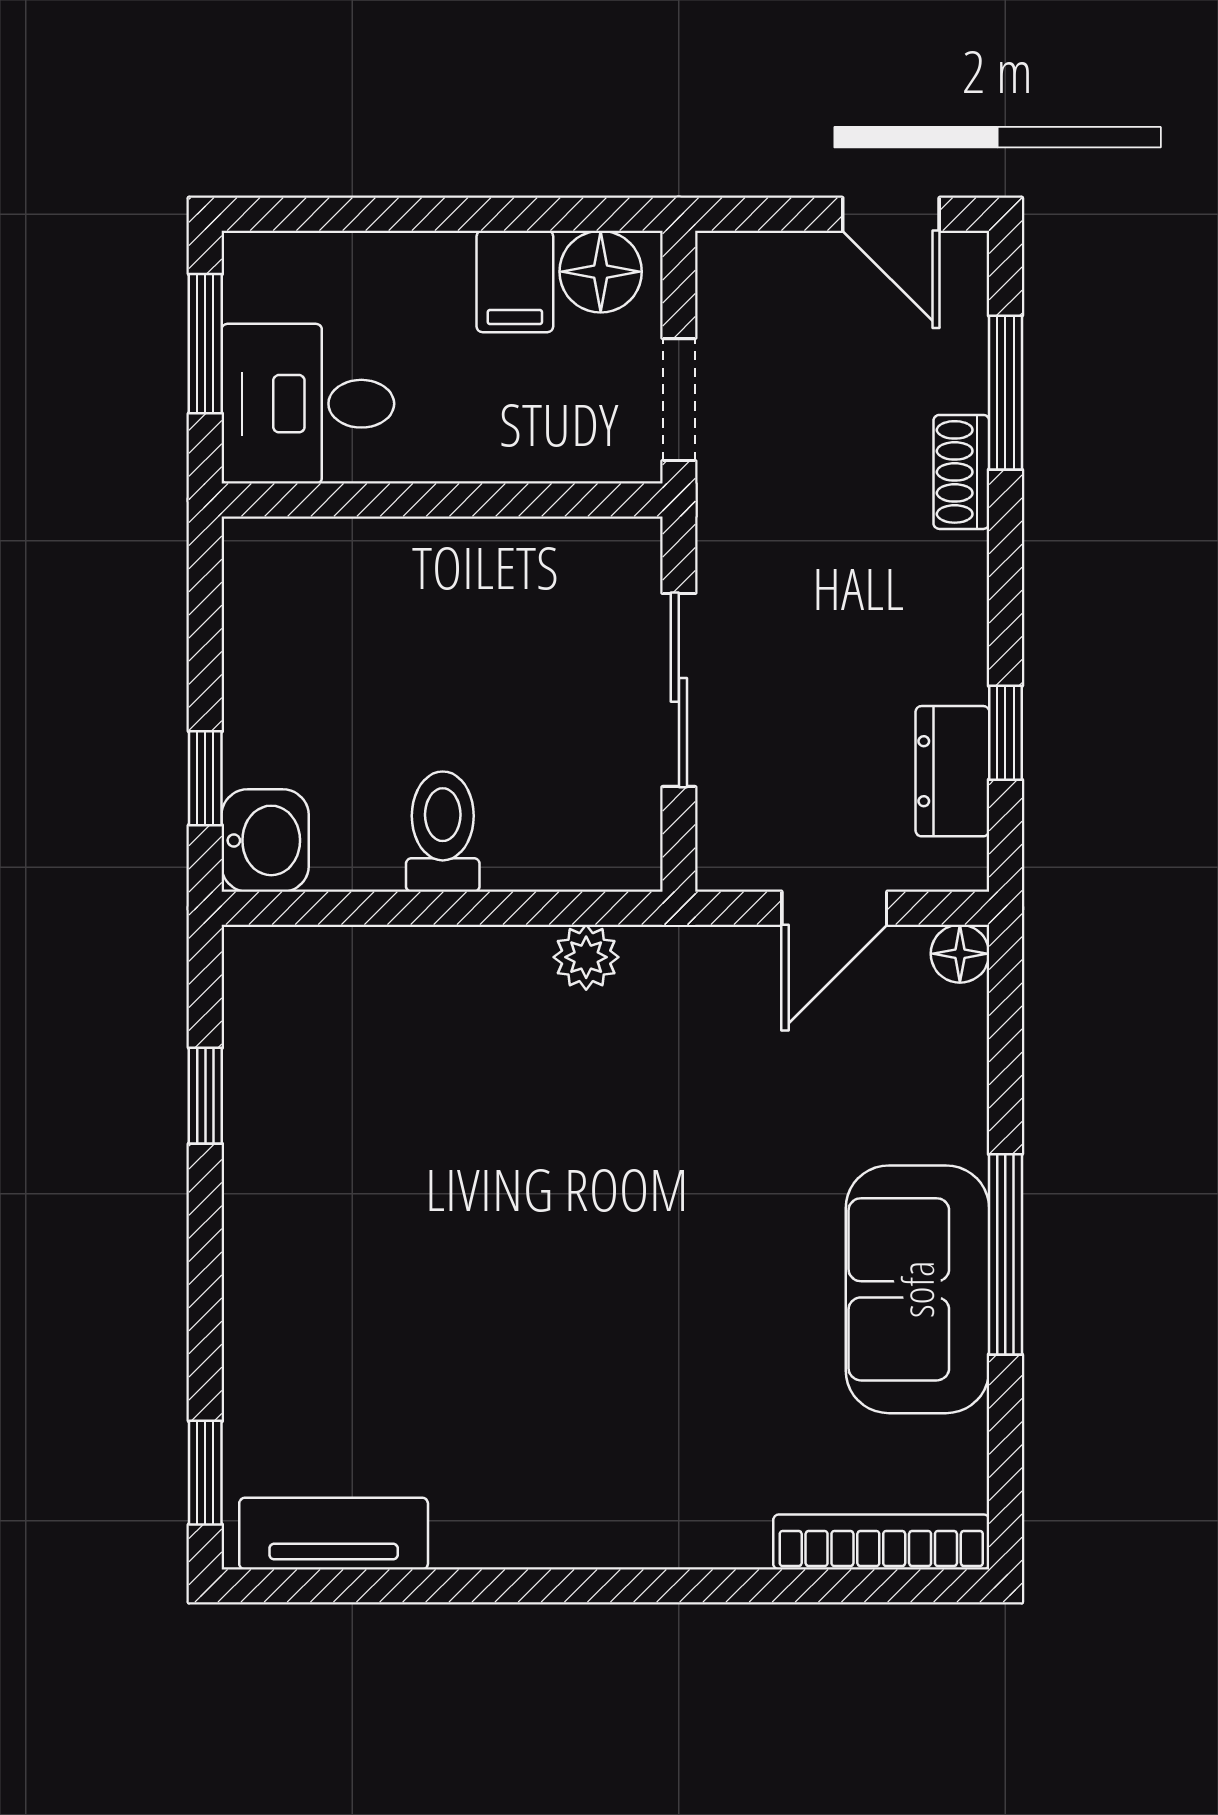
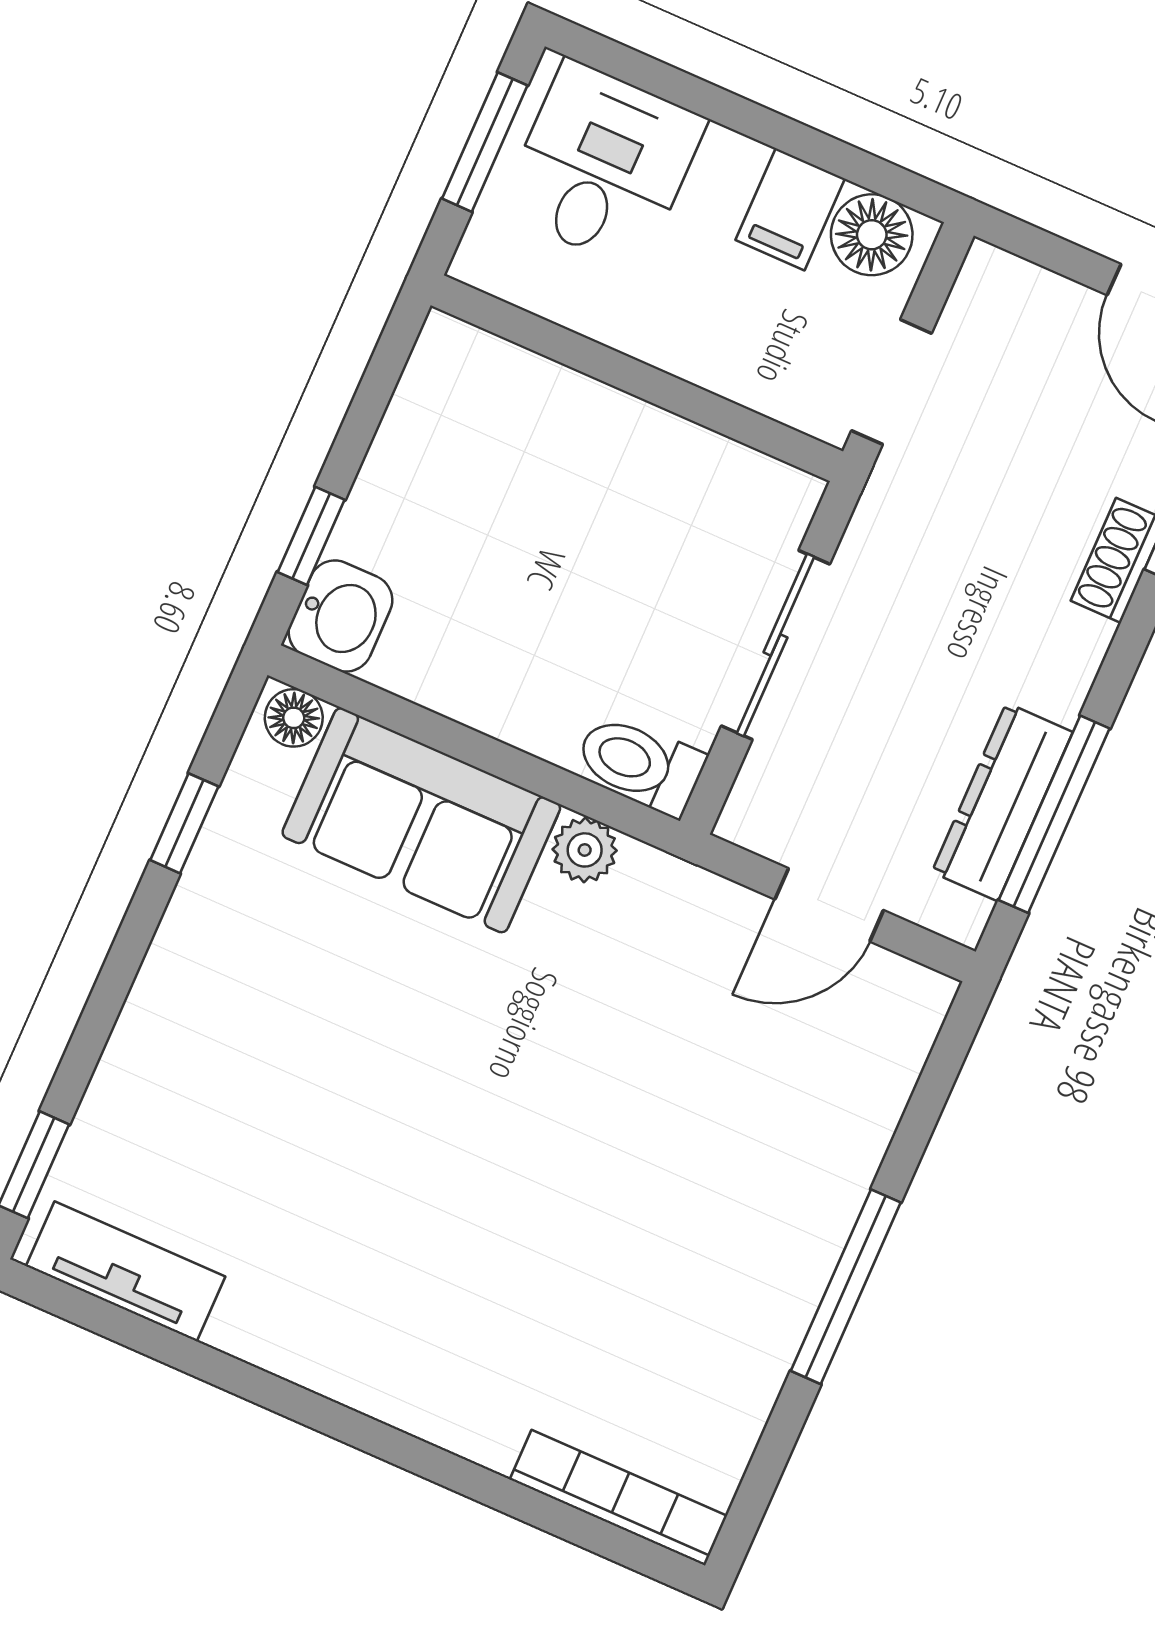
desk: (308, 404) -> (603, 165), moved, turned 90
window: (1005, 733) -> (1054, 814), width x2.17
dresser: (952, 771) -> (1002, 802), width x1.44
toilet: (443, 832) -> (640, 764), moved, turned -90
floor lamp: (960, 954) -> (294, 718), moved
sofa: (917, 1289) -> (421, 820), moved, turned -90

